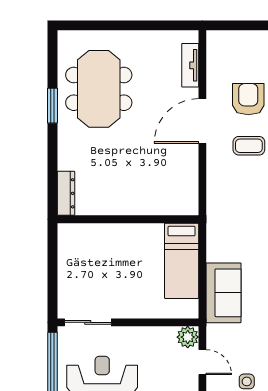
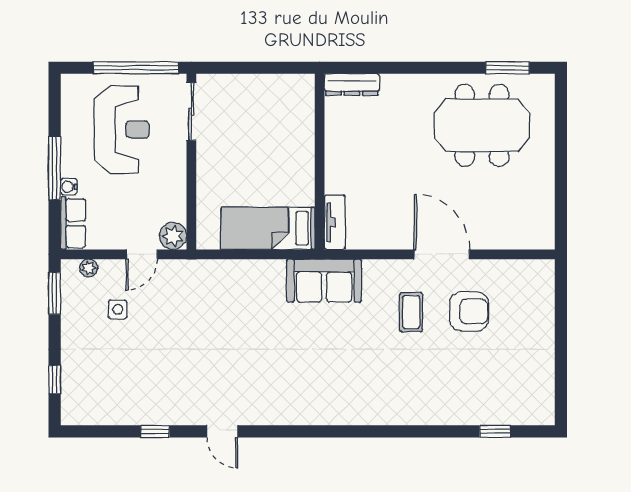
tv unit: (190, 65) -> (335, 222), moved, turned 90
window: (53, 106) -> (507, 68), moved
sofa: (224, 293) -> (324, 281), moved

